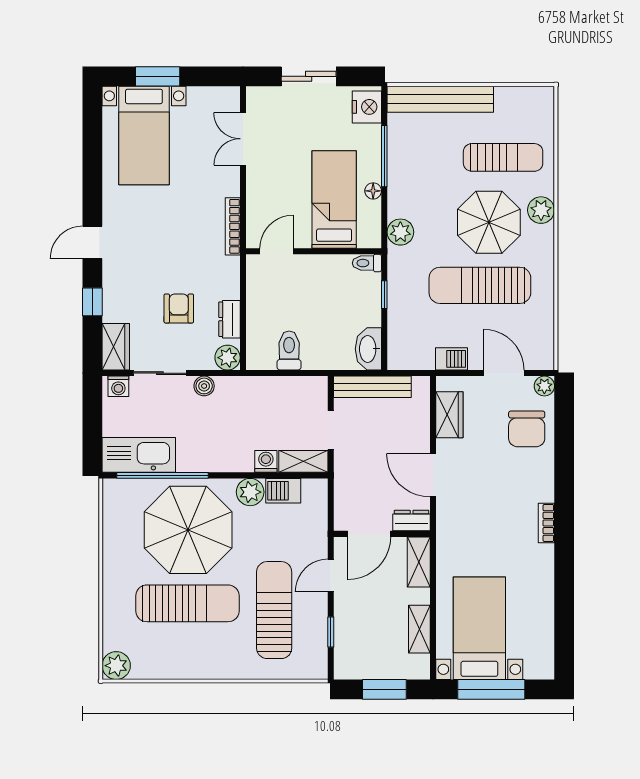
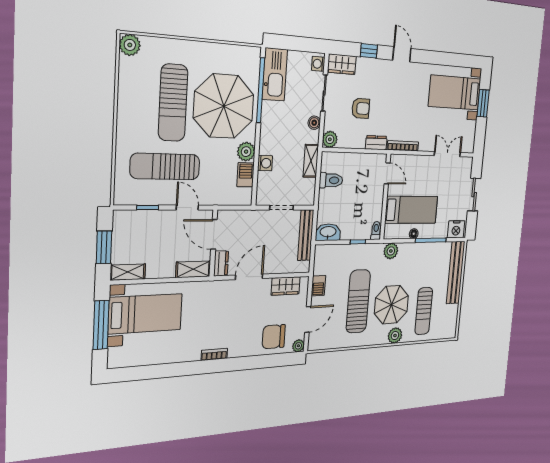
dresser: (229, 319) -> (376, 143), moved
shelving: (303, 461) -> (311, 161), moved
sun lounger: (274, 610) -> (165, 166), turned 180
shelving: (419, 629) -> (128, 272), moved

